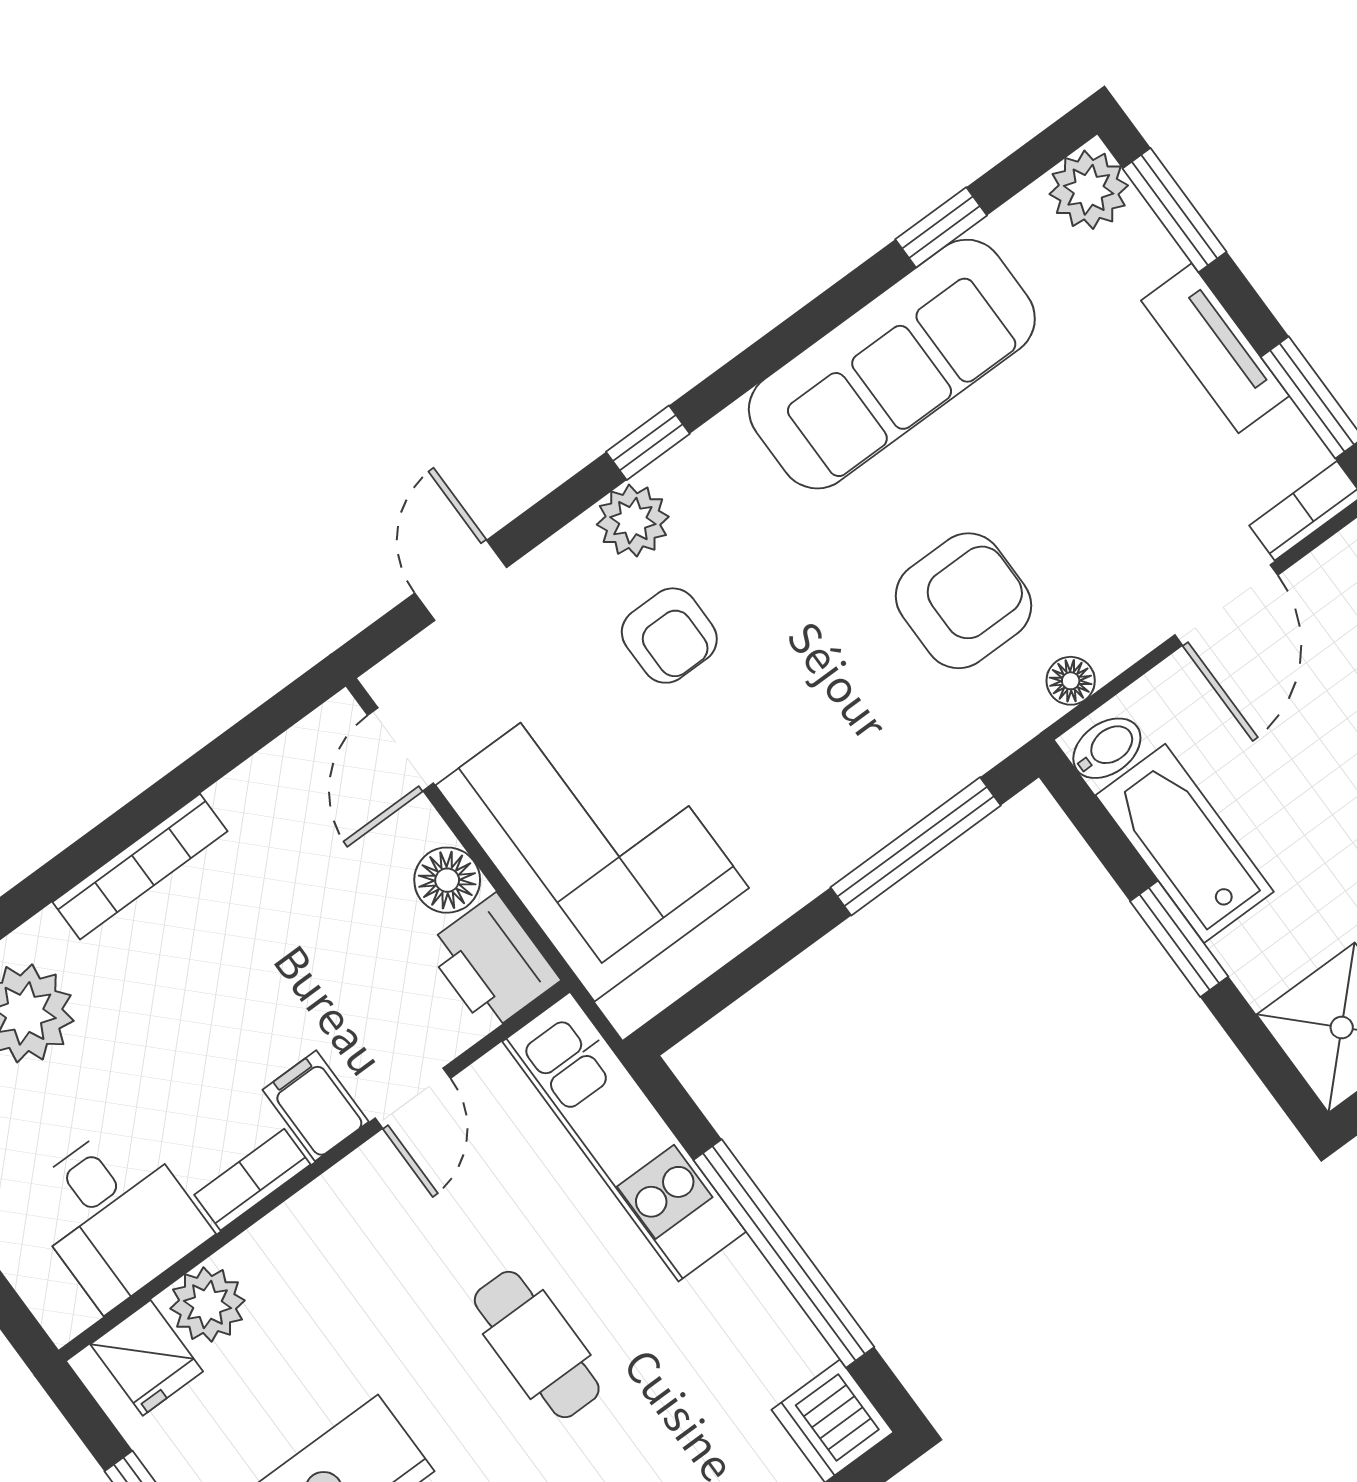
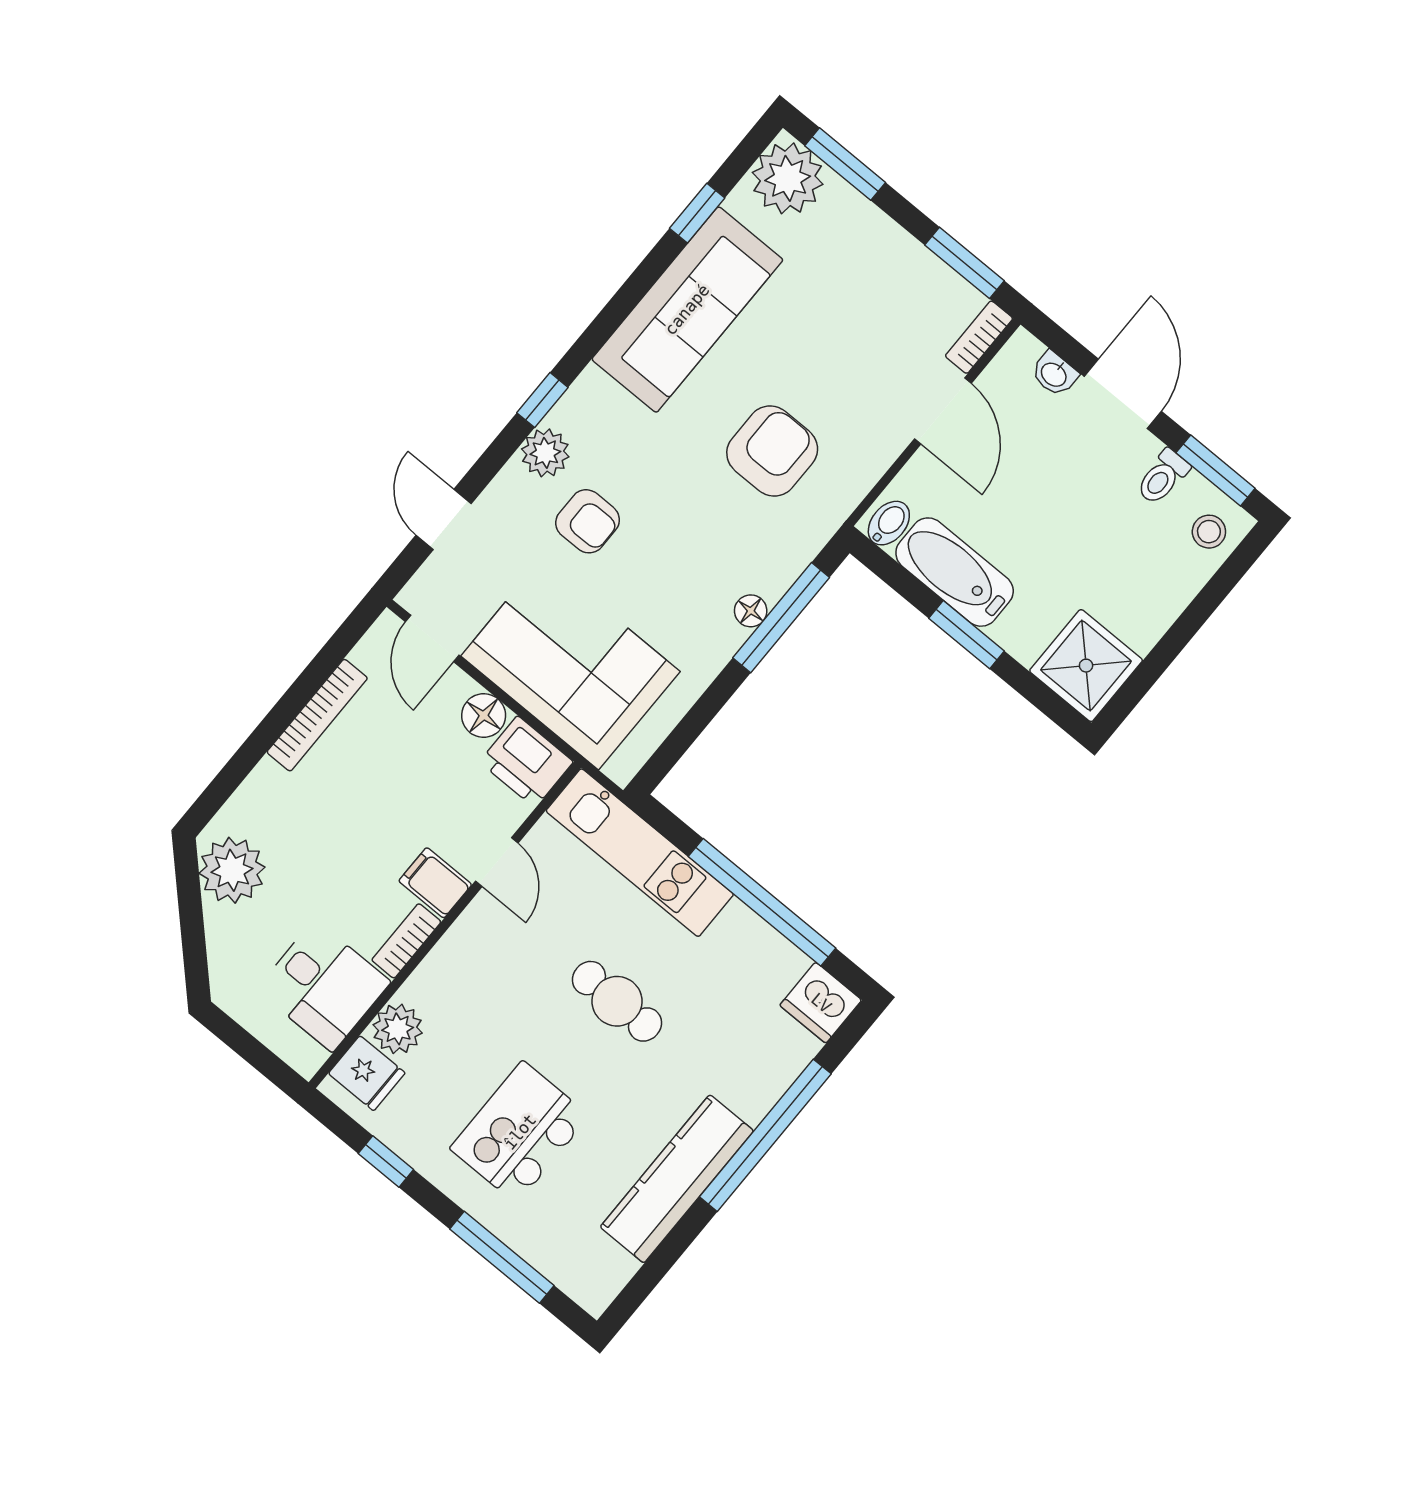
plant: (1089, 190) -> (788, 178), width x1.36, depth x1.36
tv unit: (1215, 348) -> (894, 247), removed
floor lamp: (1071, 681) -> (751, 611), moved
bookcase: (140, 867) -> (317, 715), moved

